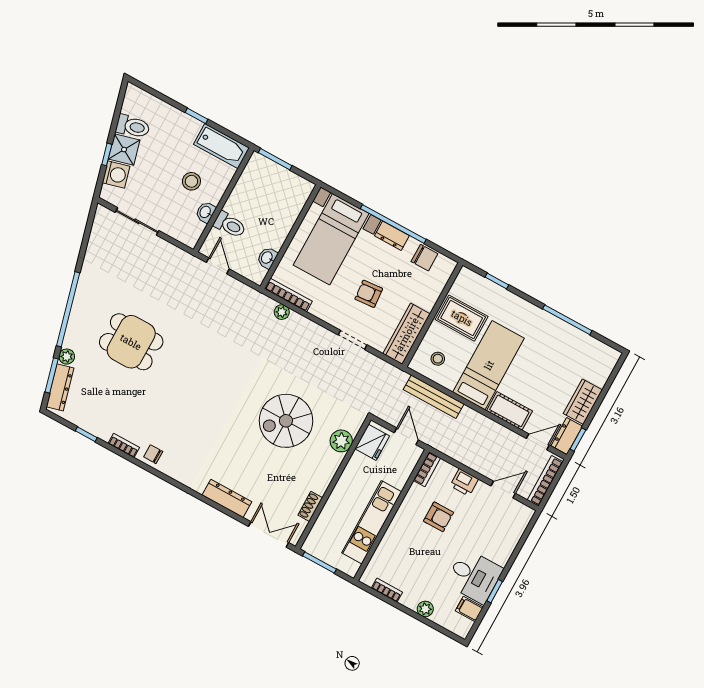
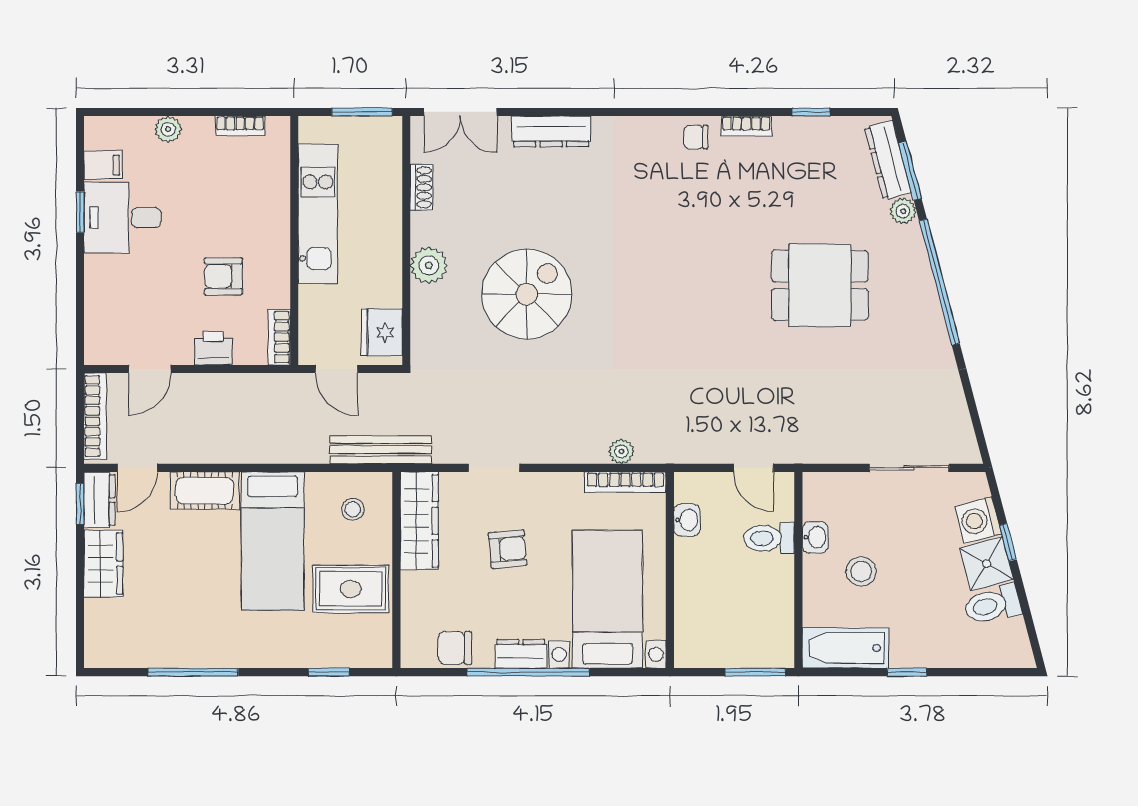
bench: (434, 397) -> (381, 450), moved
plant: (341, 441) -> (429, 265), moved
chair: (153, 454) -> (696, 137), turned 180

